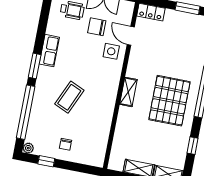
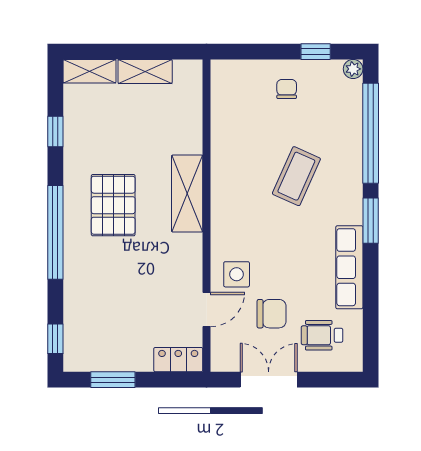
door: (131, 36) -> (207, 309), hinge flipped
row of seats: (49, 51) -> (349, 267), width x1.48
shelving: (128, 92) -> (187, 194), width x1.50, depth x1.33
pallet: (169, 101) -> (113, 205), width x0.73, depth x0.71

